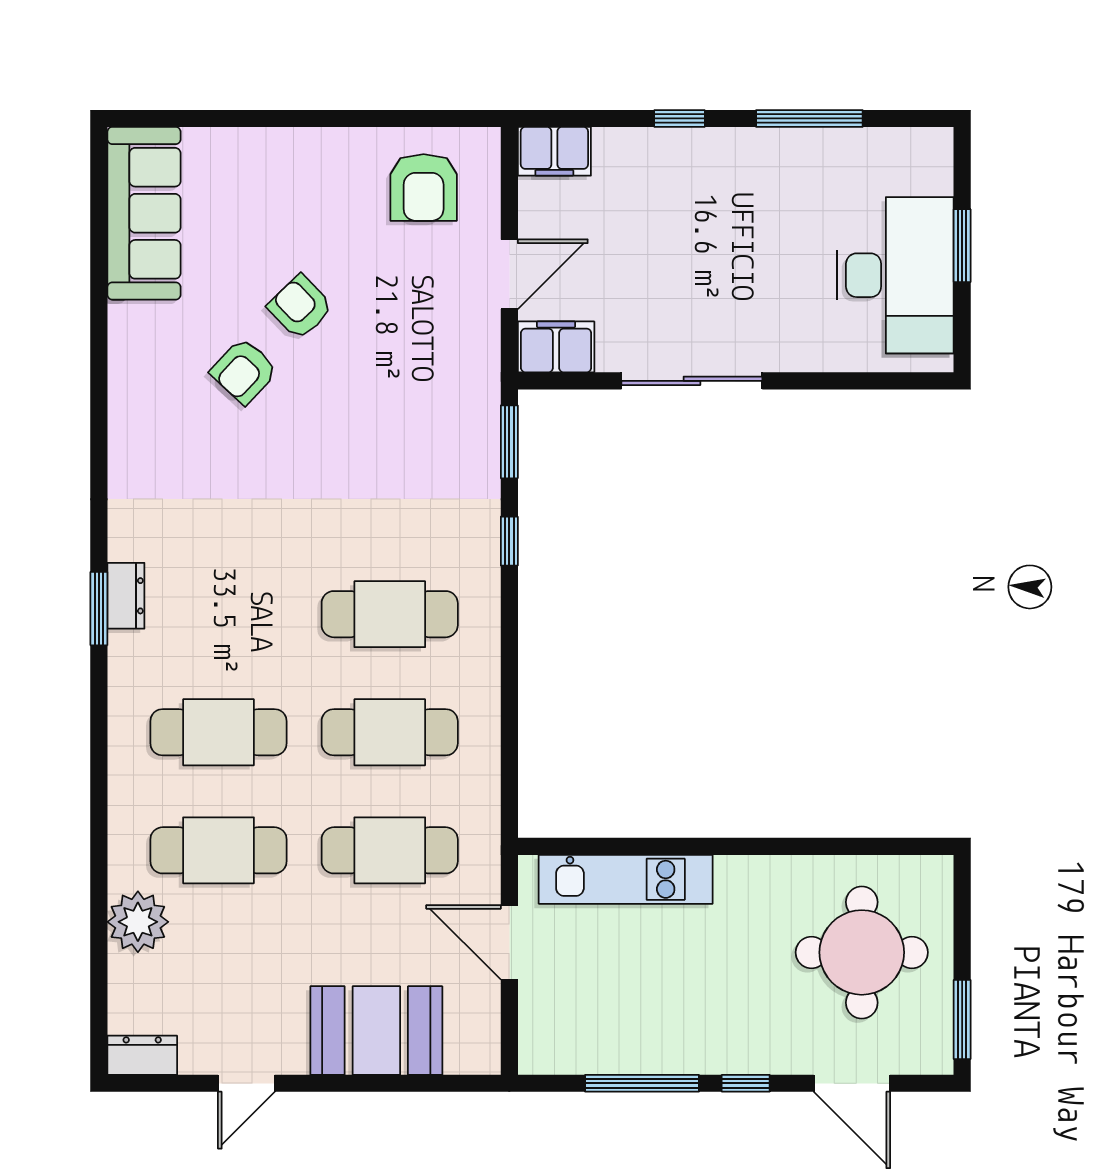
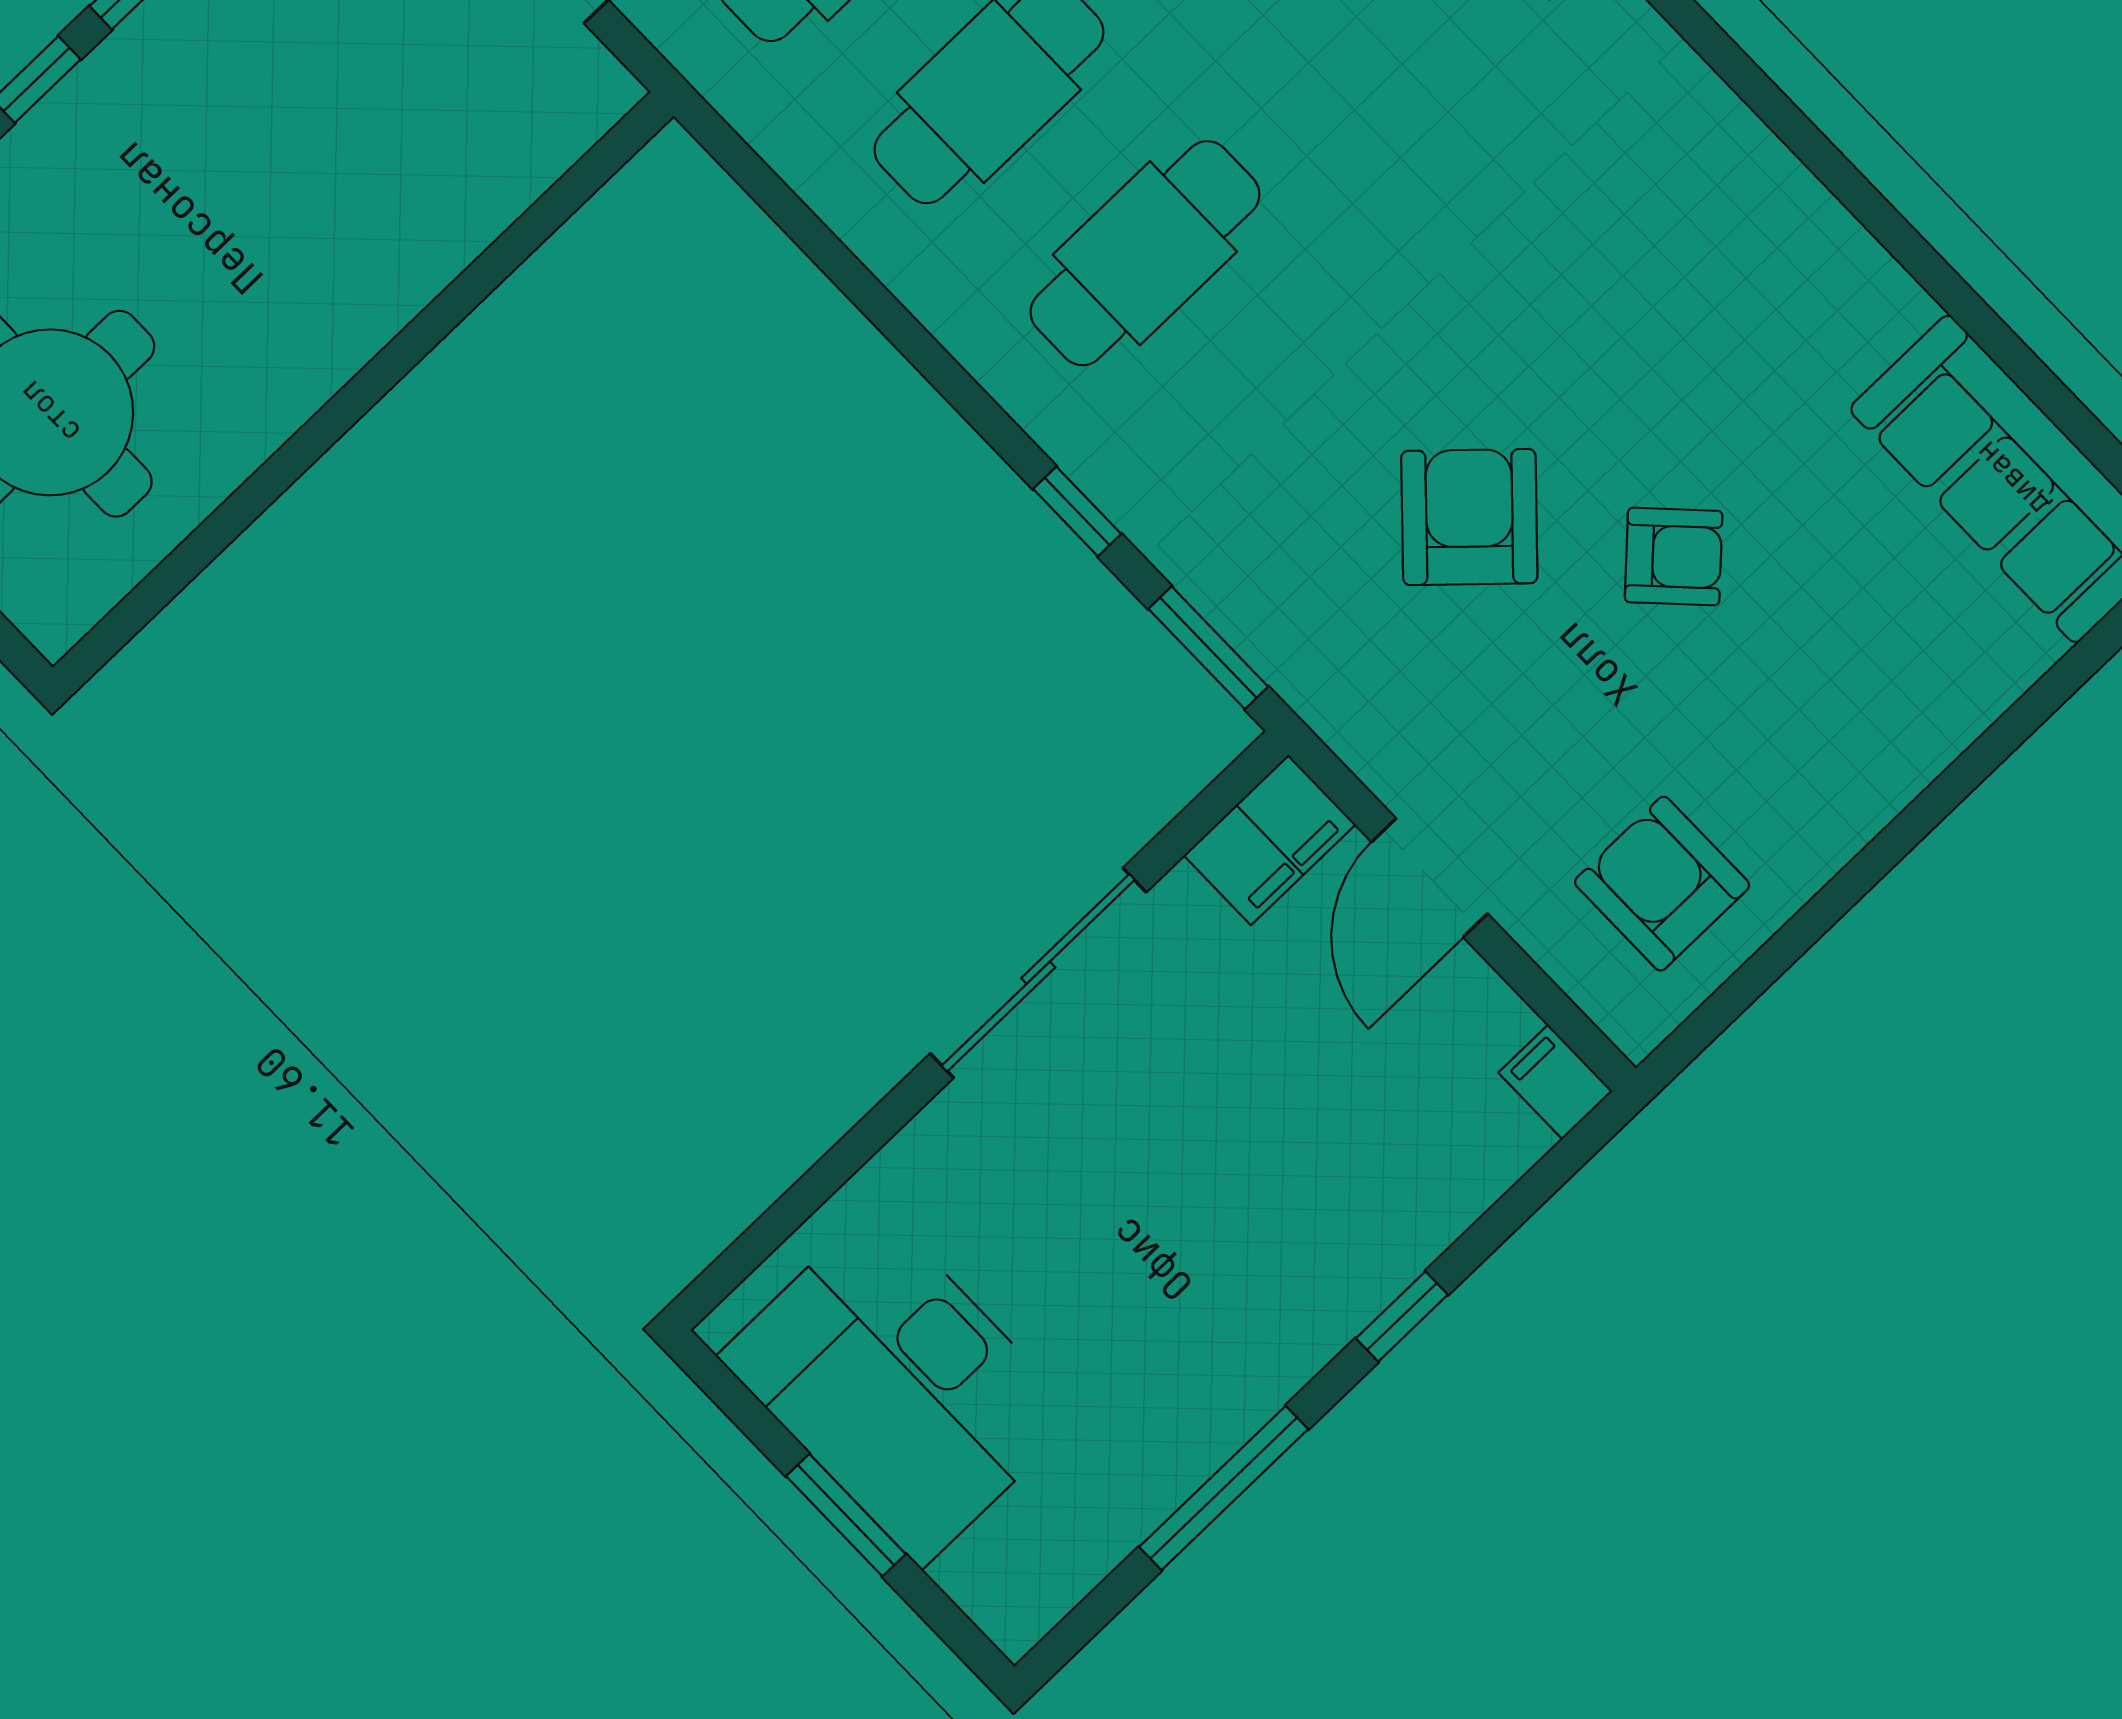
filing cabinet: (554, 151) -> (1555, 1082), width x0.50
armchair: (244, 371) -> (1469, 517), moved, width x1.38, depth x1.38
kitchen unit: (626, 879) -> (471, 201), removed

